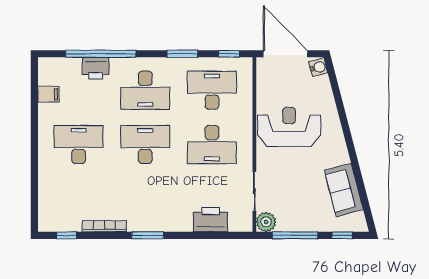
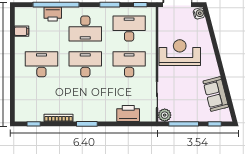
desk: (212, 145) -> (129, 64), turned 180

